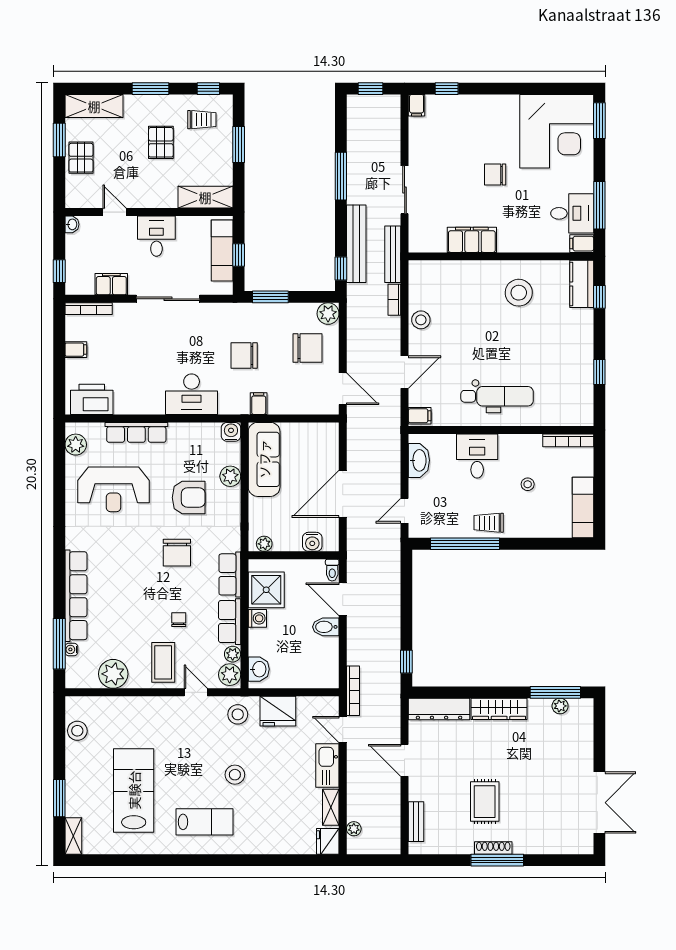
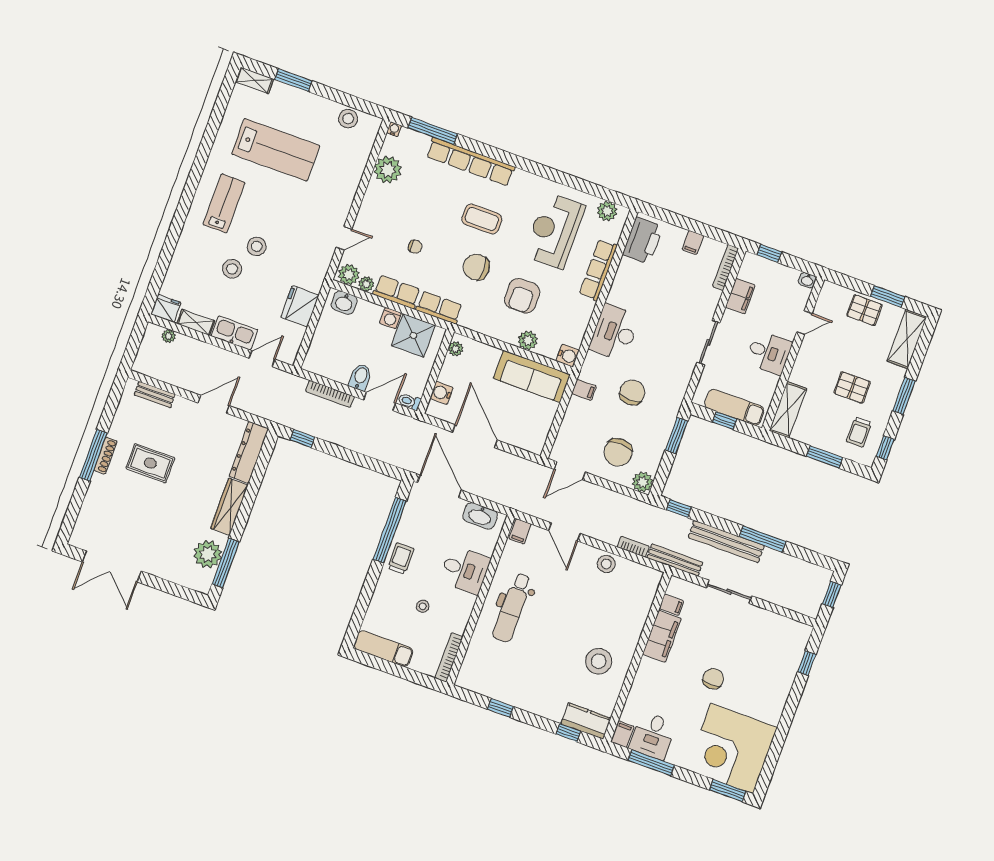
filing cabinet: (417, 105) -> (671, 605), moved, turned 180
bench: (356, 244) -> (726, 542), moved
sliding door: (168, 299) -> (708, 342), width x0.73
door: (405, 511) -> (439, 486), width x1.87
water cooler: (71, 649) -> (394, 129), moved
coffee table: (163, 662) -> (482, 219), moved
bookcase: (353, 691) -> (330, 394), moved
plant: (560, 706) -> (208, 554), width x1.88, depth x1.88
stool: (238, 714) -> (232, 269), moved
lab bench: (205, 822) -> (224, 203), turned 180

